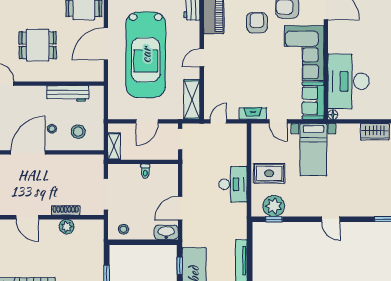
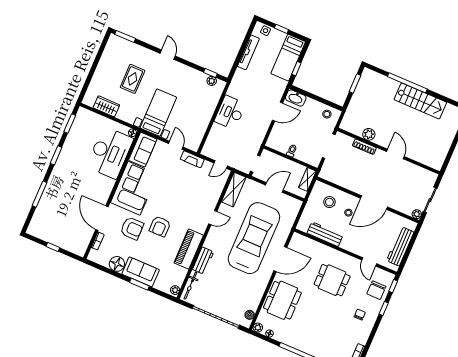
rug: (269, 173) -> (133, 79), moved, turned 90
plant: (274, 206) -> (212, 81), width x0.53, depth x0.53

